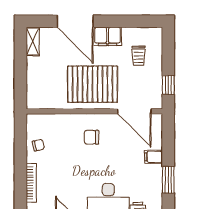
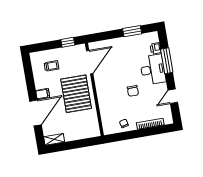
filing cabinet: (108, 36) -> (43, 94), width x0.50
chair: (91, 137) -> (133, 91), moved
filing cabinet: (154, 157) -> (118, 44), removed

